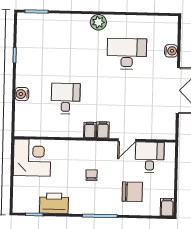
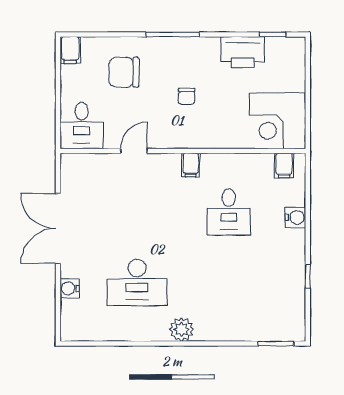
filing cabinet: (103, 130) -> (284, 165), moved
desk: (150, 157) -> (82, 126), moved

